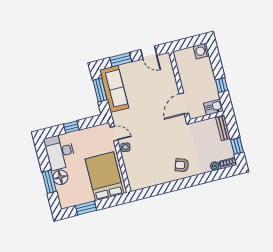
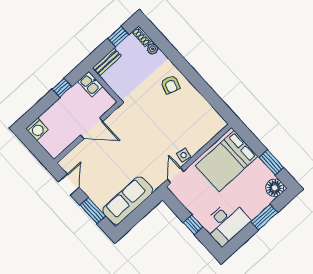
window: (100, 90) -> (137, 215), removed
door: (184, 103) -> (92, 128), moved
floor lamp: (60, 177) -> (275, 188), moved

